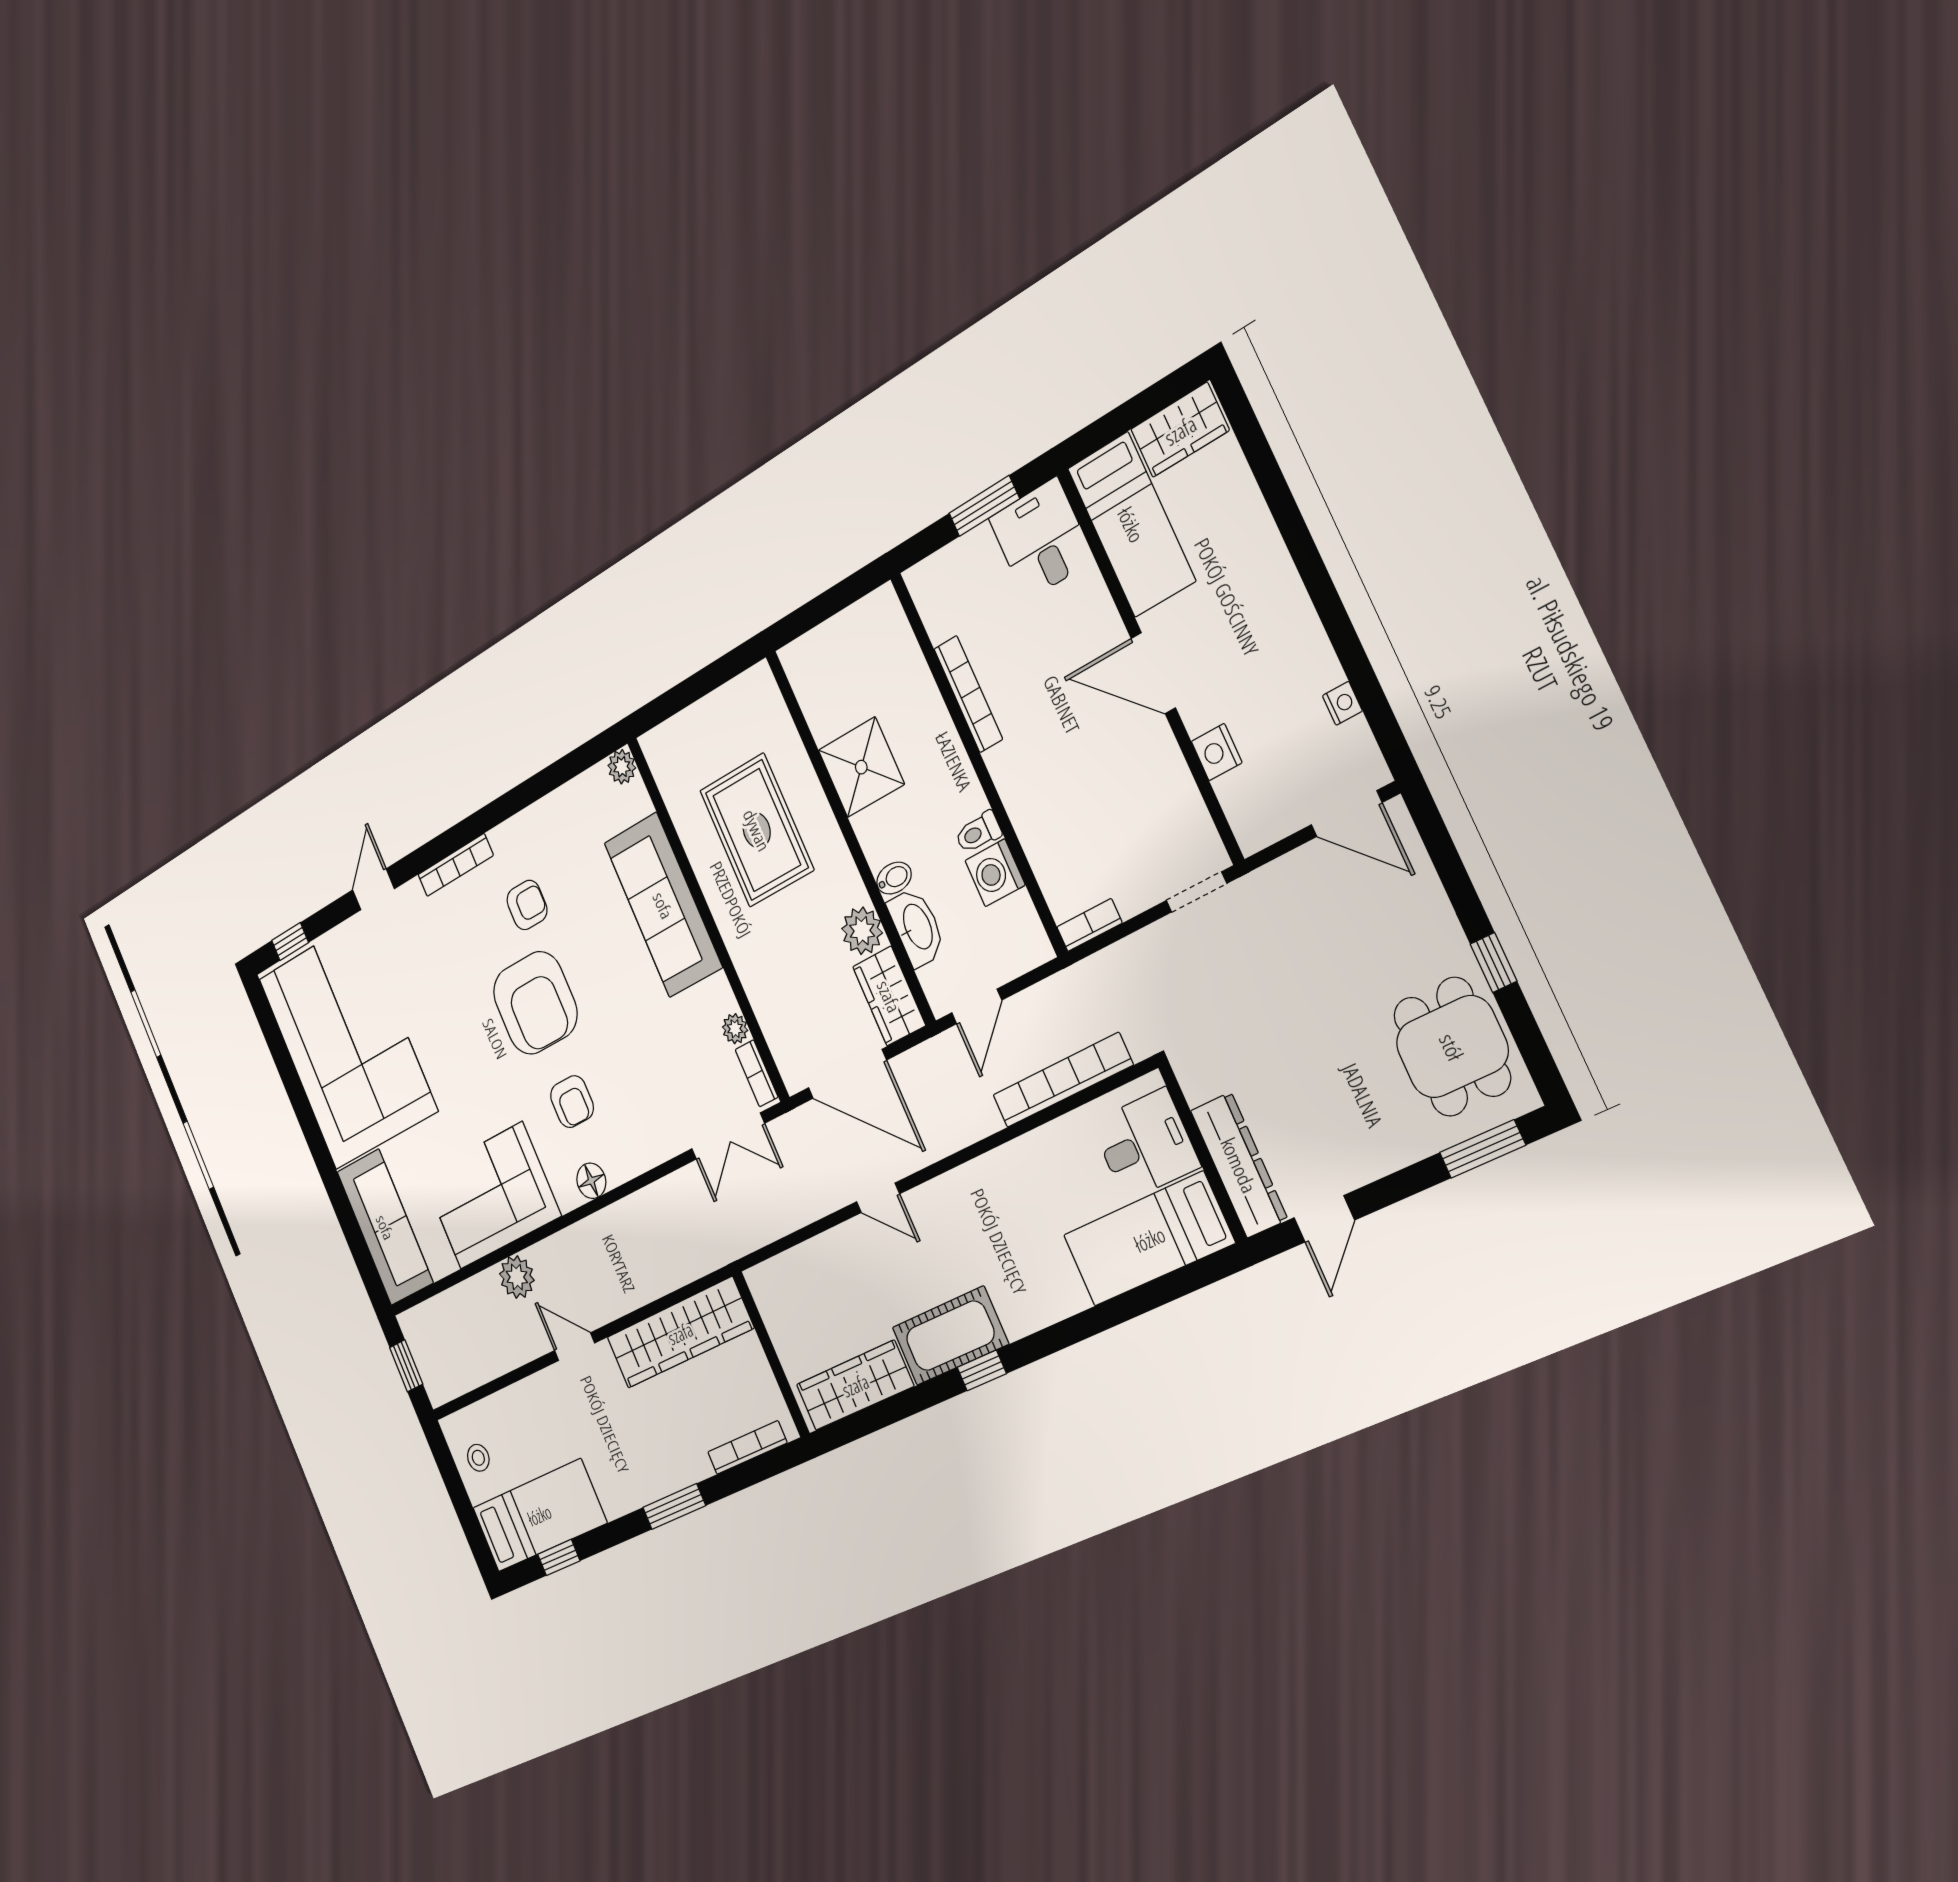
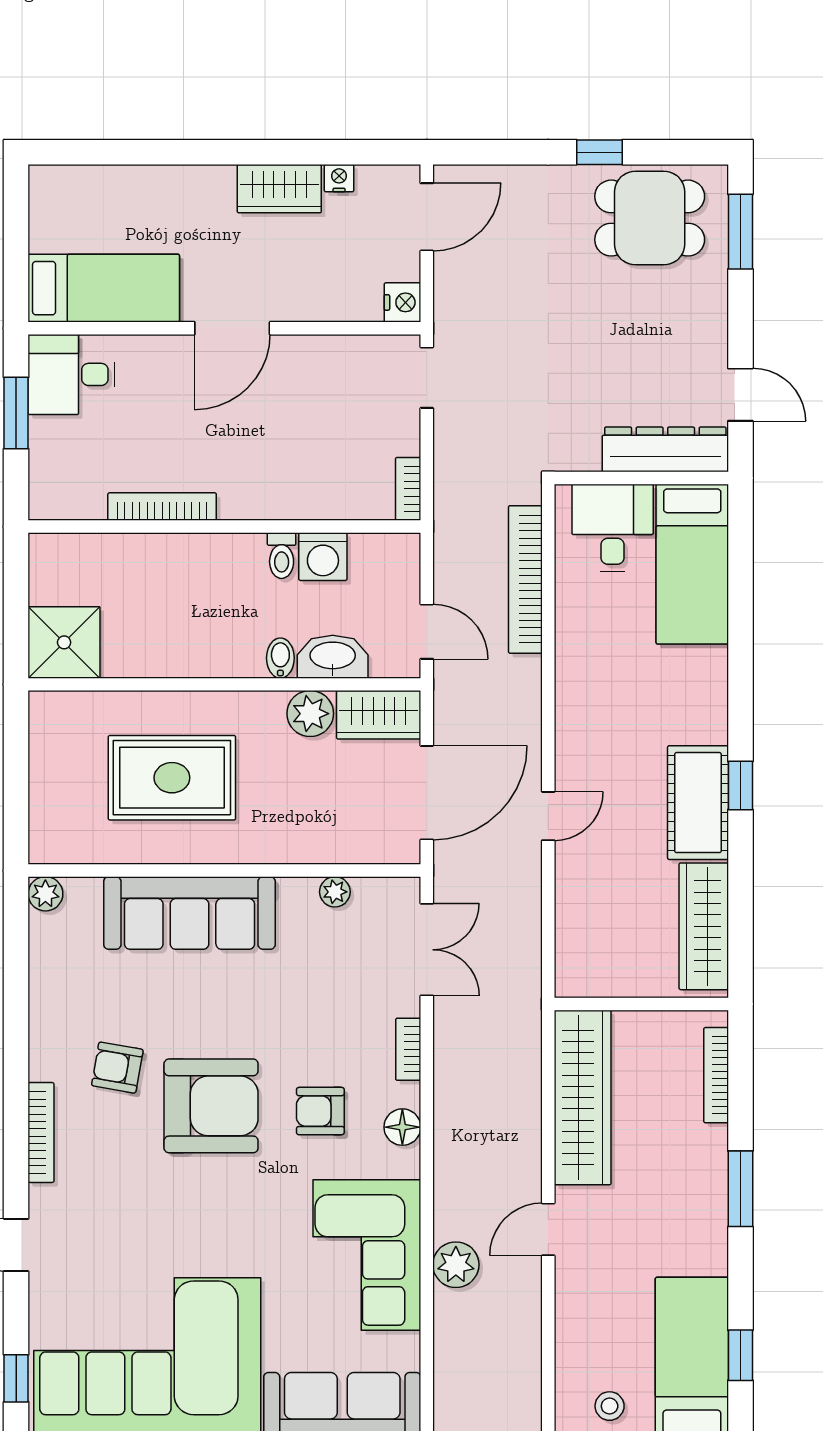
wardrobe: (1180, 430) -> (279, 189), moved, turned 90
nightstand: (1217, 752) -> (403, 302), moved, turned -90
shower: (861, 767) -> (64, 642), moved
armchair: (527, 905) -> (117, 1068), turned -80
bookcase: (757, 1073) -> (408, 1049), moved, turned 90
armchair: (572, 1102) -> (320, 1111), turned 180

